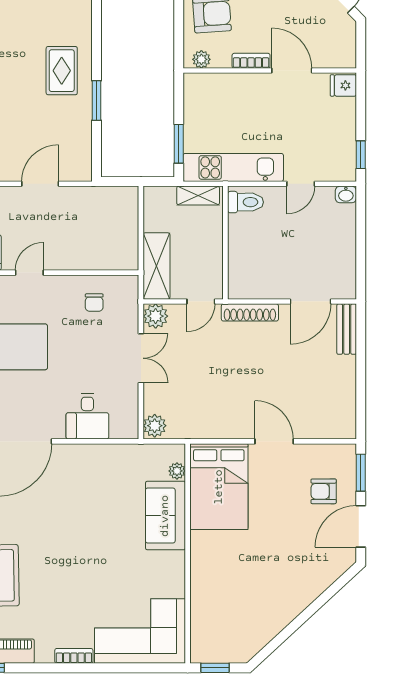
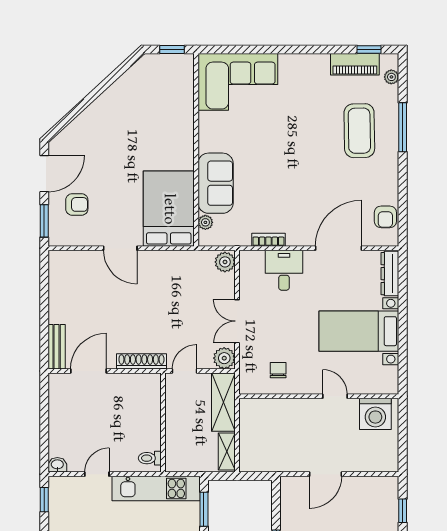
shelving: (198, 196) -> (227, 452), moved, turned 90
toilet: (245, 202) -> (150, 458), width x0.73, depth x0.72
door: (29, 273) -> (335, 396), swing flipped
bookcase: (74, 656) -> (268, 240), moved, turned 180

